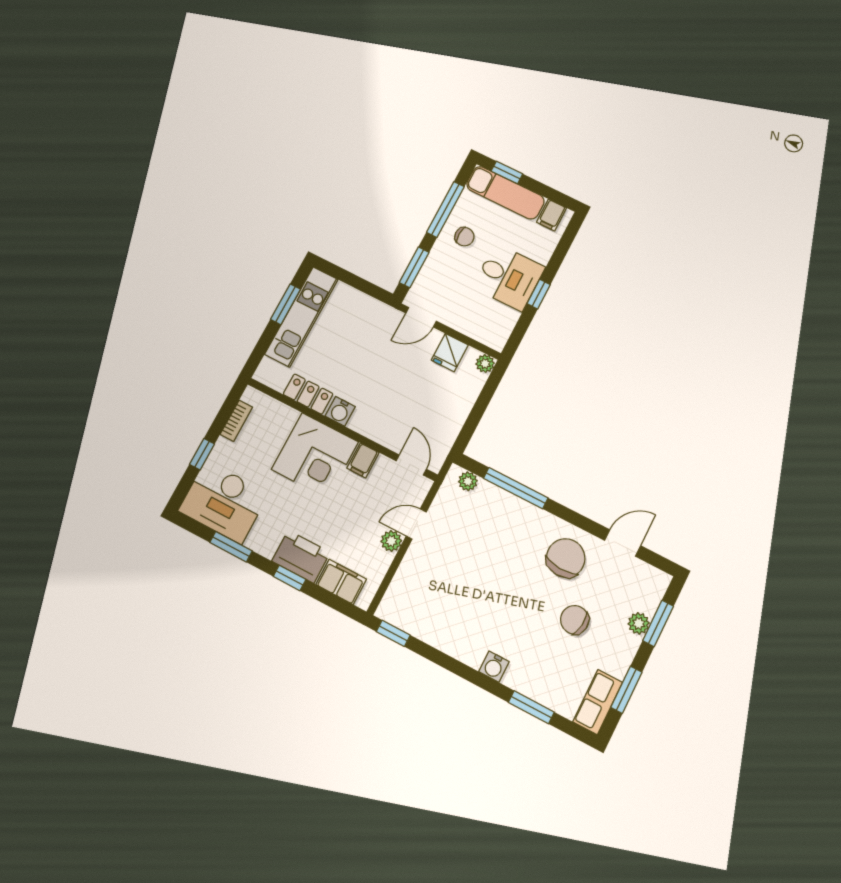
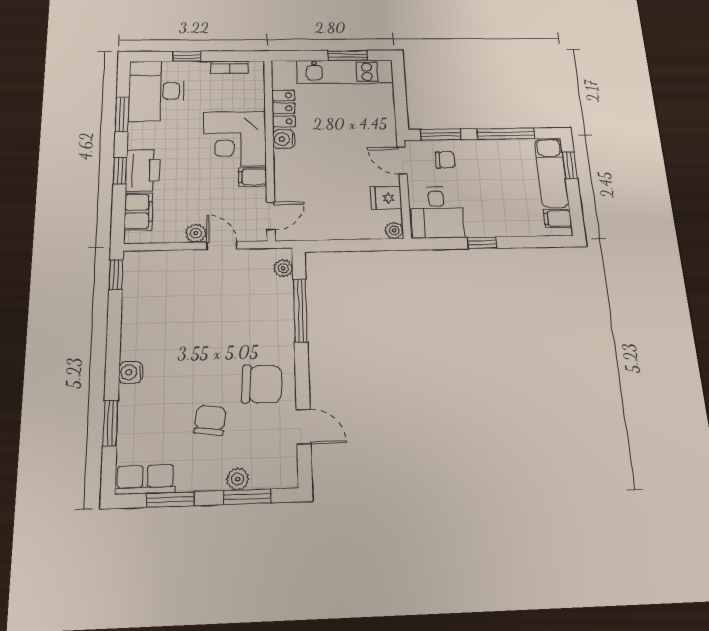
chair: (464, 237) -> (445, 160), moved, turned -90
desk: (509, 277) -> (437, 212), moved

